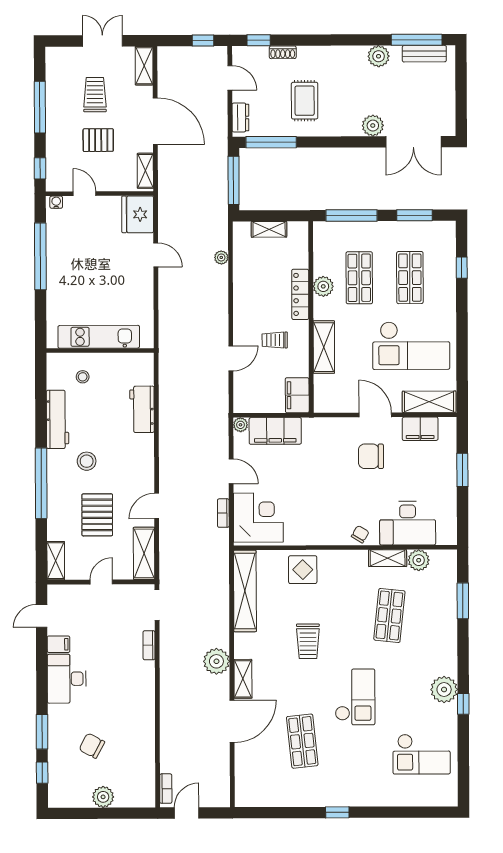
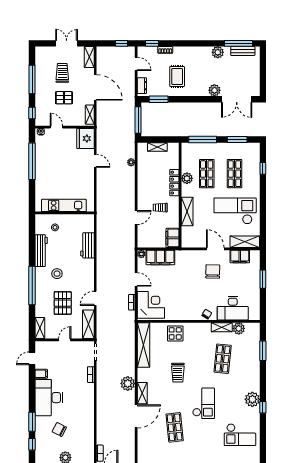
window: (271, 142) -> (159, 99), width x0.69
checkout: (411, 346) -> (235, 211), turned 180
chair: (371, 456) -> (213, 271), turned 91
desk: (67, 679) -> (49, 398), width x1.36, depth x1.30

